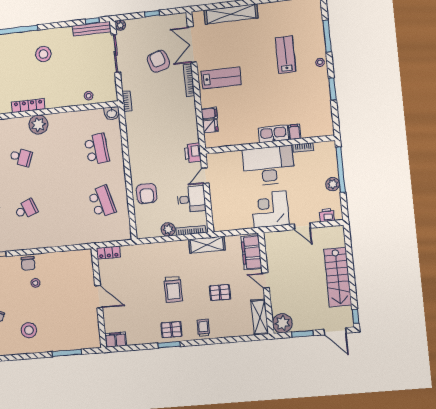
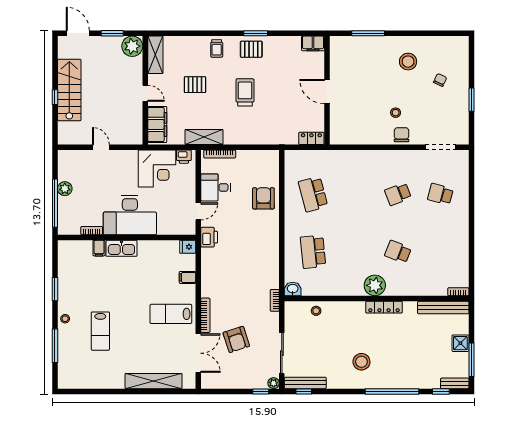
window: (152, 14) -> (261, 391), moved
fridge: (210, 126) -> (188, 247), moved
corner desk: (270, 209) -> (157, 169), moved
printer: (327, 215) -> (184, 157), moved
plant: (168, 229) -> (244, 157), removed
window: (356, 316) -> (55, 97), moved

